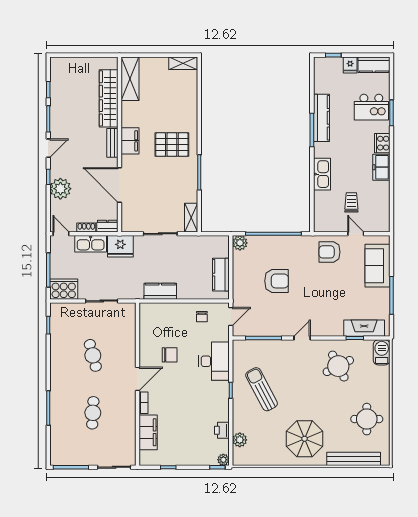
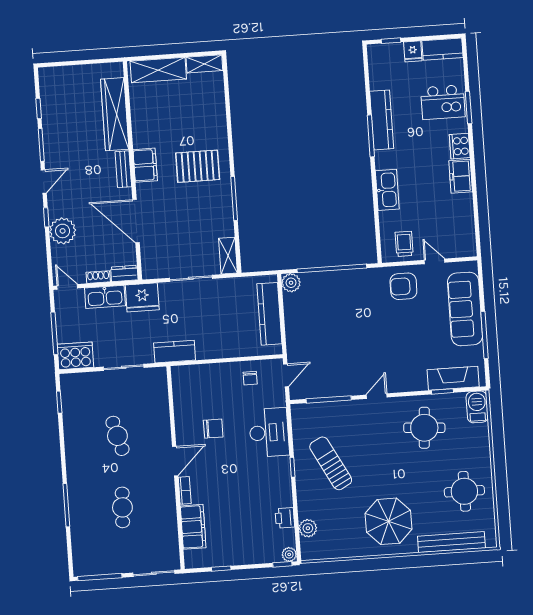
shelving: (130, 79) -> (158, 70), moved, turned 90
trolley: (351, 202) -> (404, 244), moved
sofa: (377, 266) -> (465, 309), width x1.36
kitchen counter: (221, 275) -> (269, 314), width x1.50
armchair: (276, 281) -> (340, 327), removed
kitchen counter: (160, 291) -> (175, 352), moved
round table: (338, 366) -> (424, 428), turned 31

